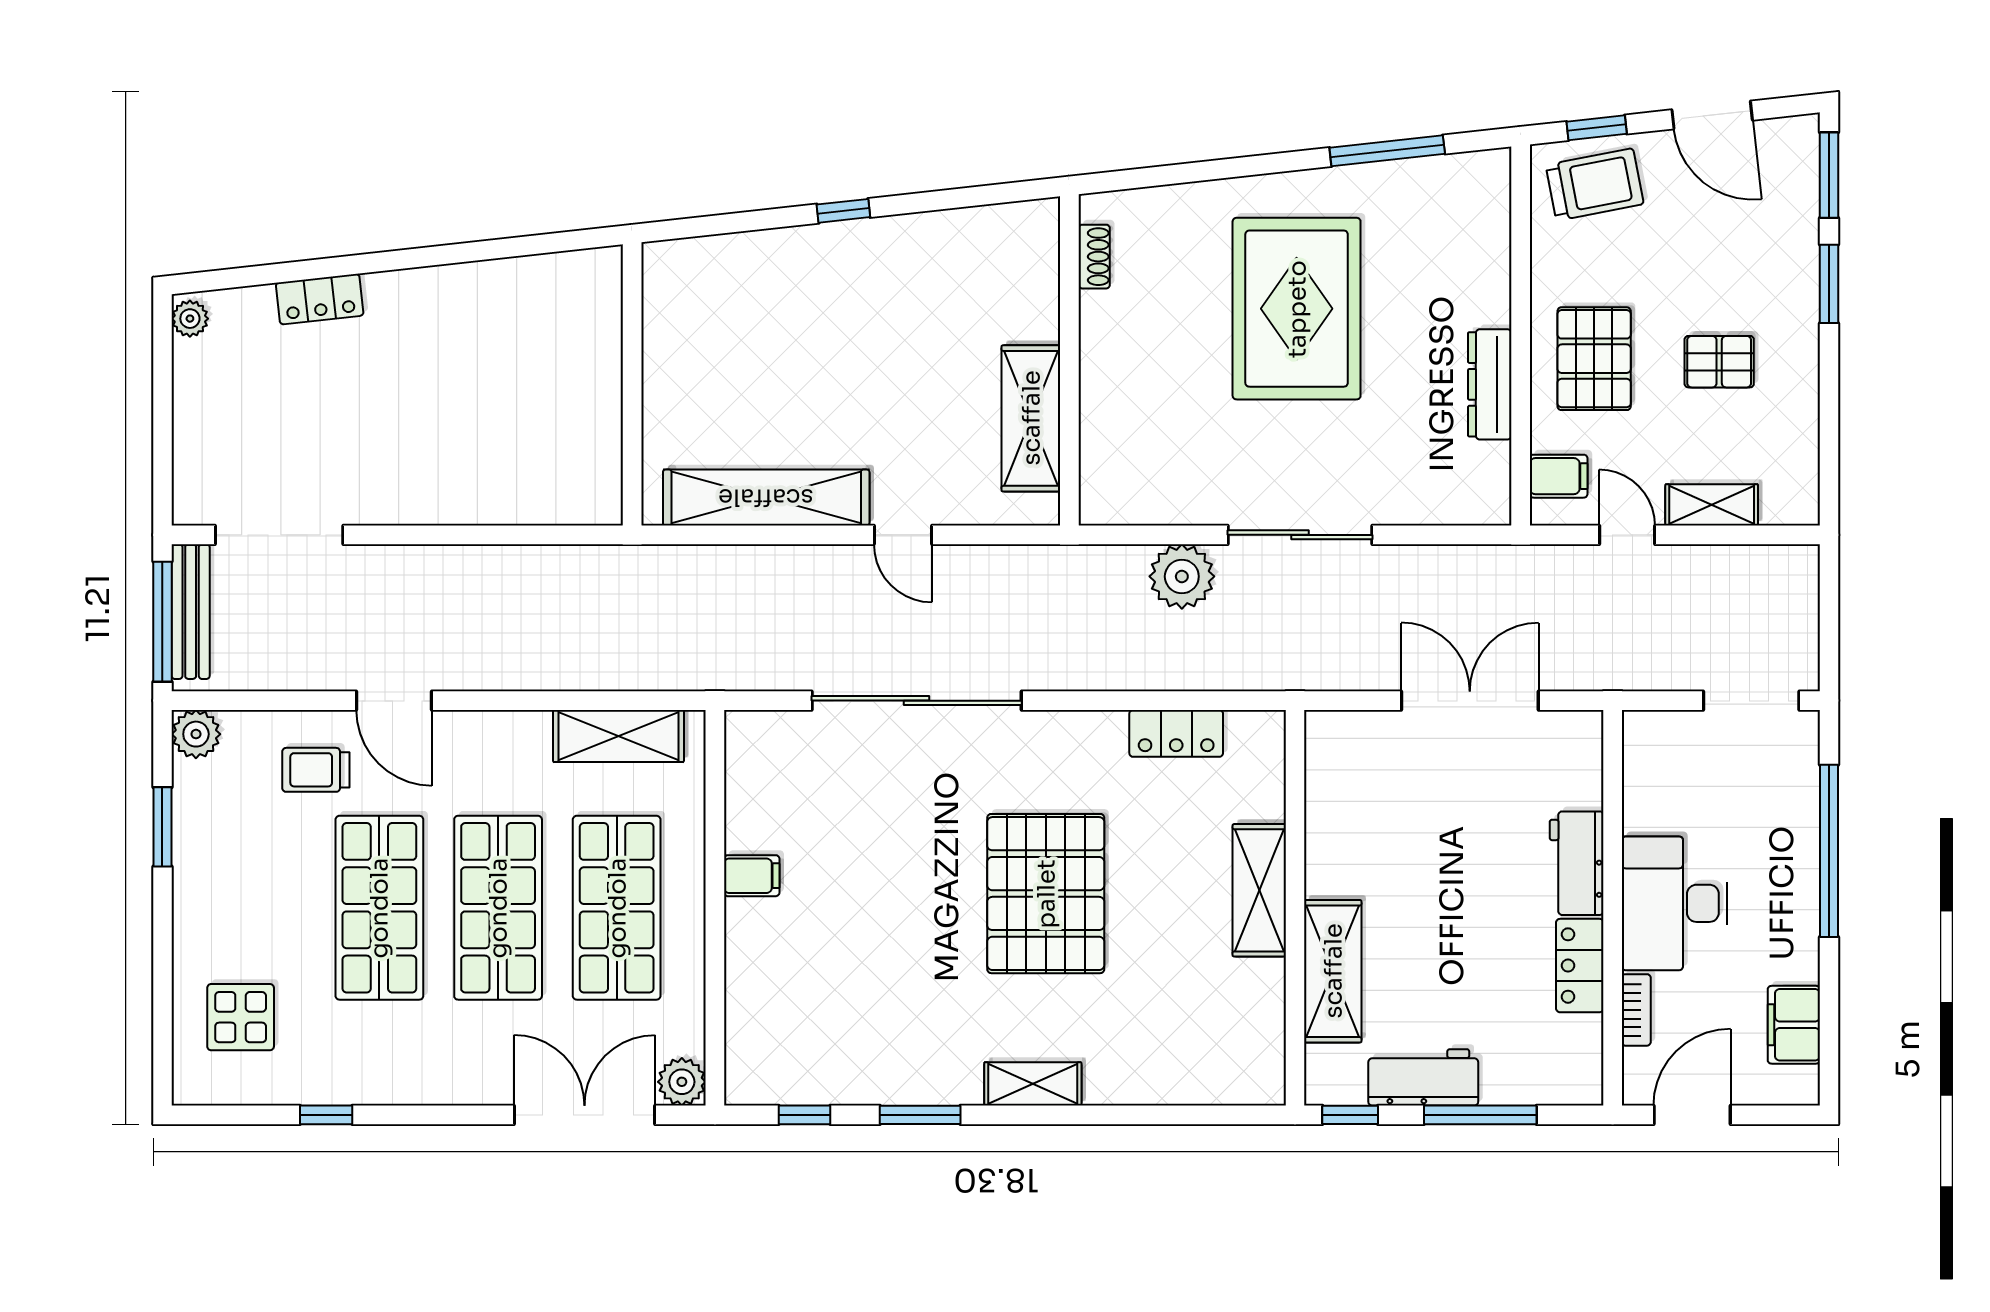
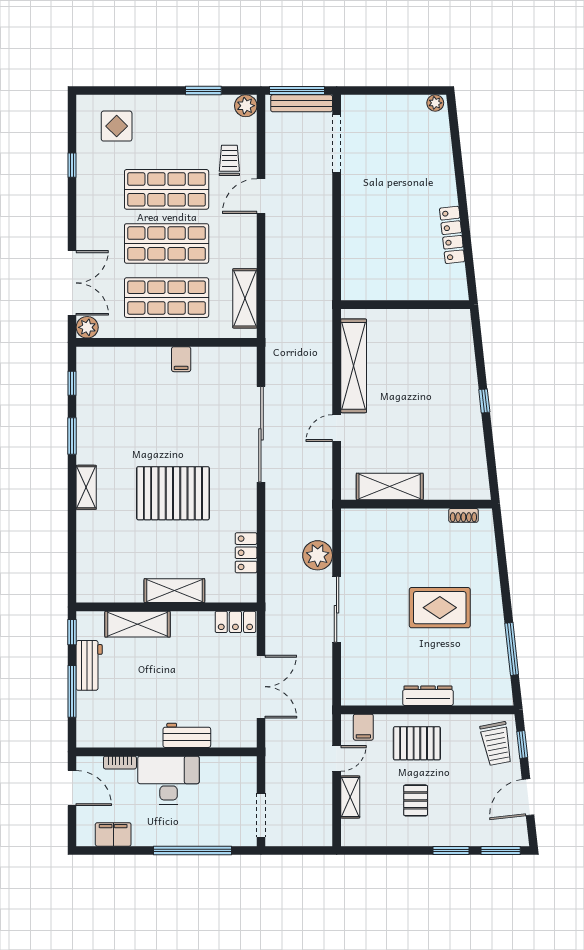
locker: (320, 299) -> (452, 235), moved, width x1.53
rug: (1297, 309) -> (440, 608), width x0.73, depth x0.69
dresser: (1490, 384) -> (428, 696), moved
locker: (1580, 966) -> (235, 622), moved, turned 180

